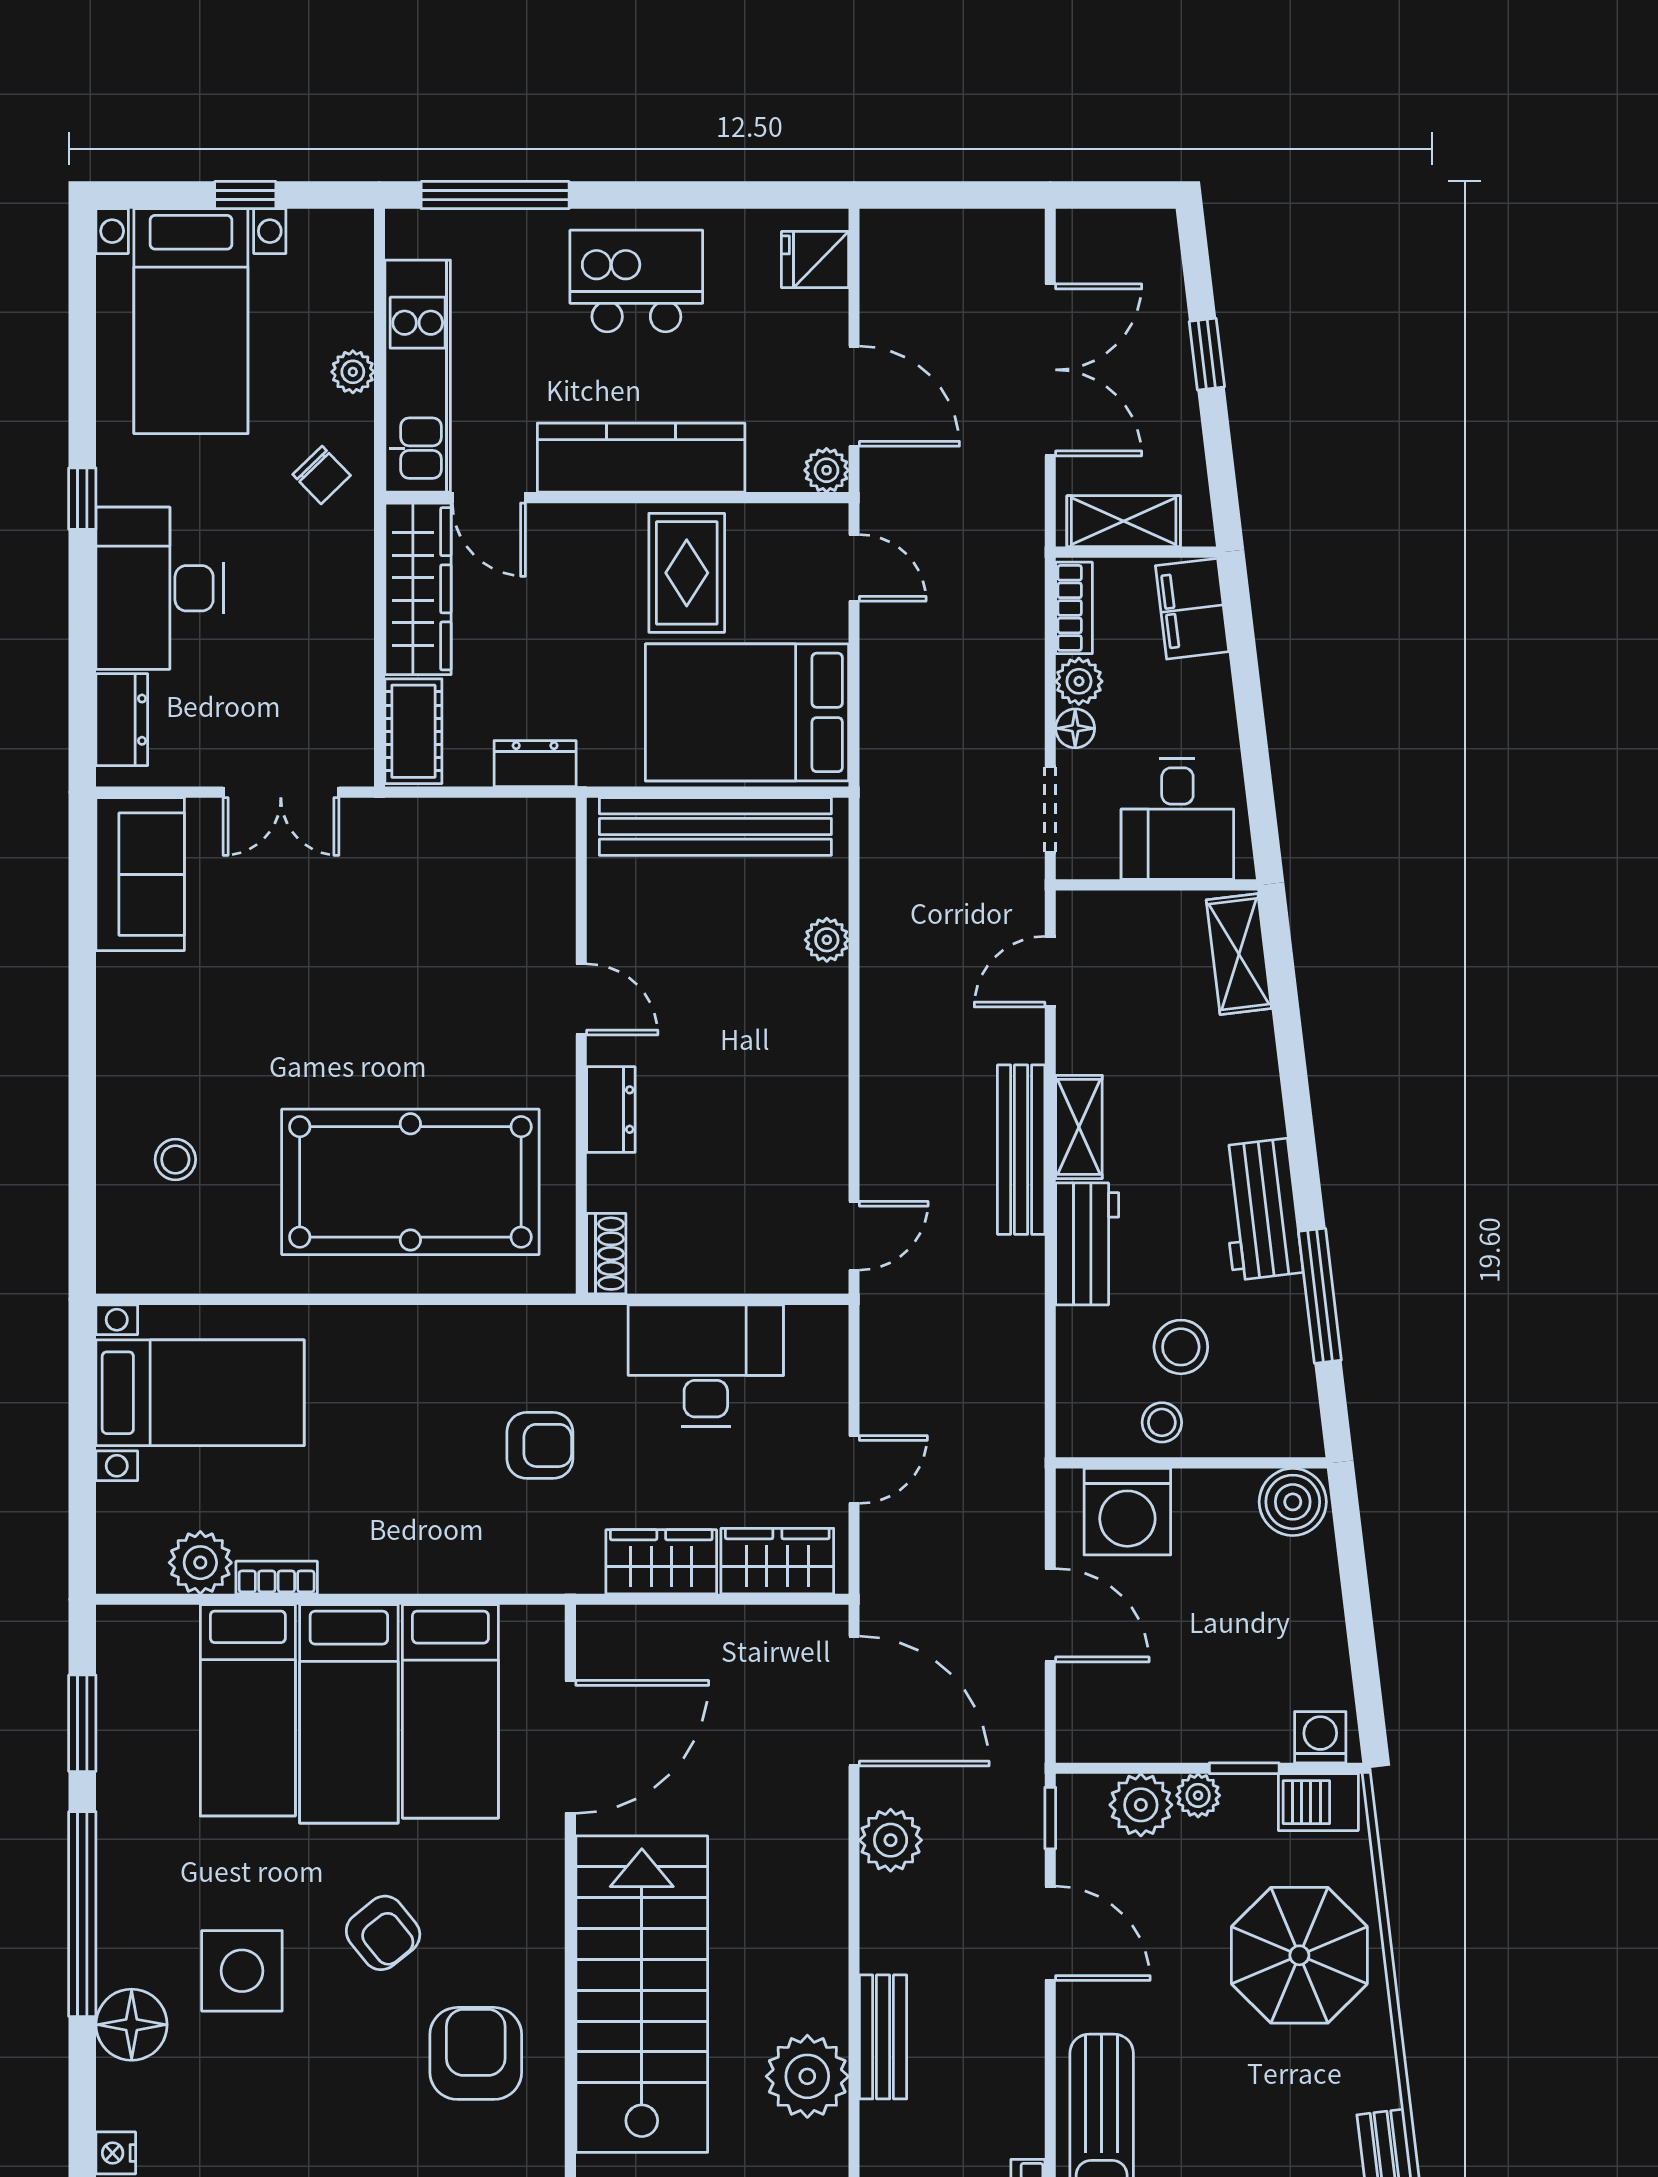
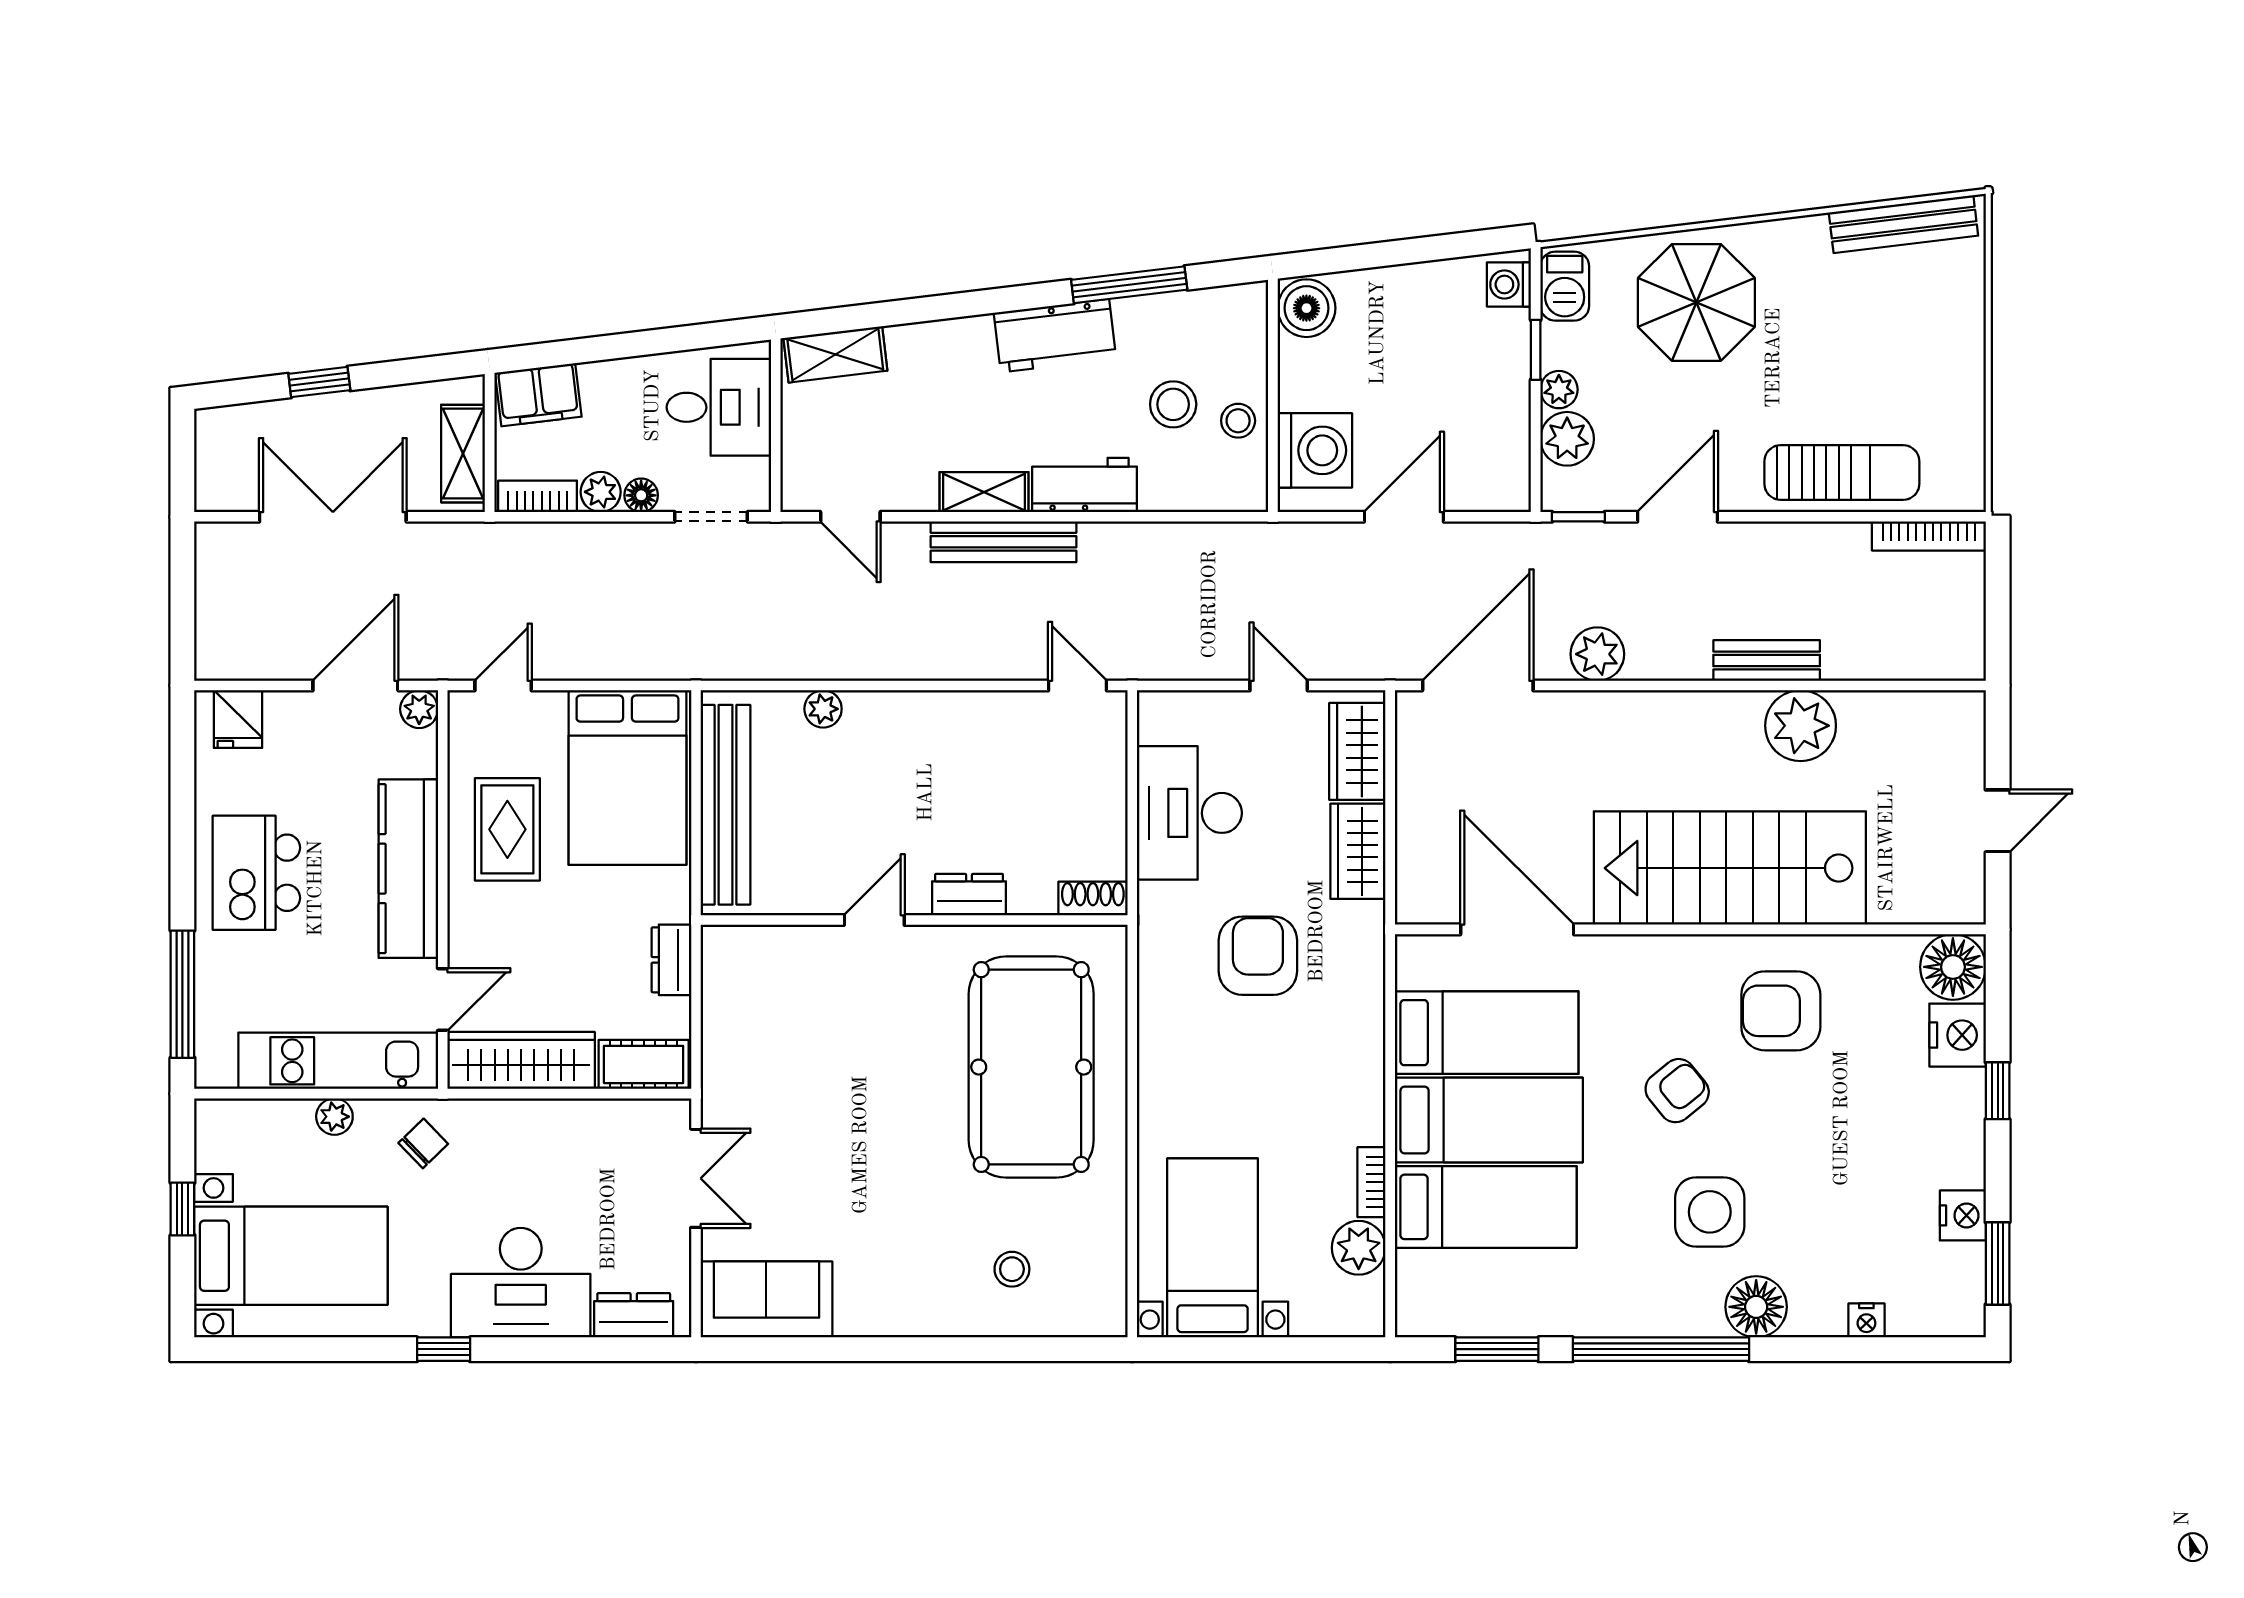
rug: (687, 573) -> (507, 829), turned 90
armchair: (540, 1445) -> (1258, 956), width x1.38, depth x1.38

